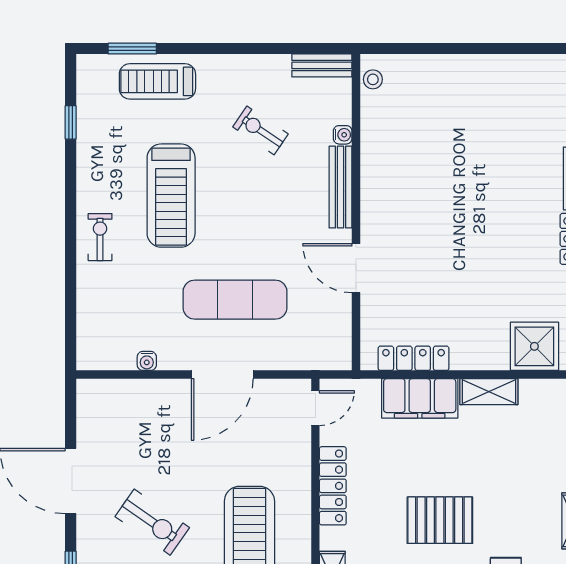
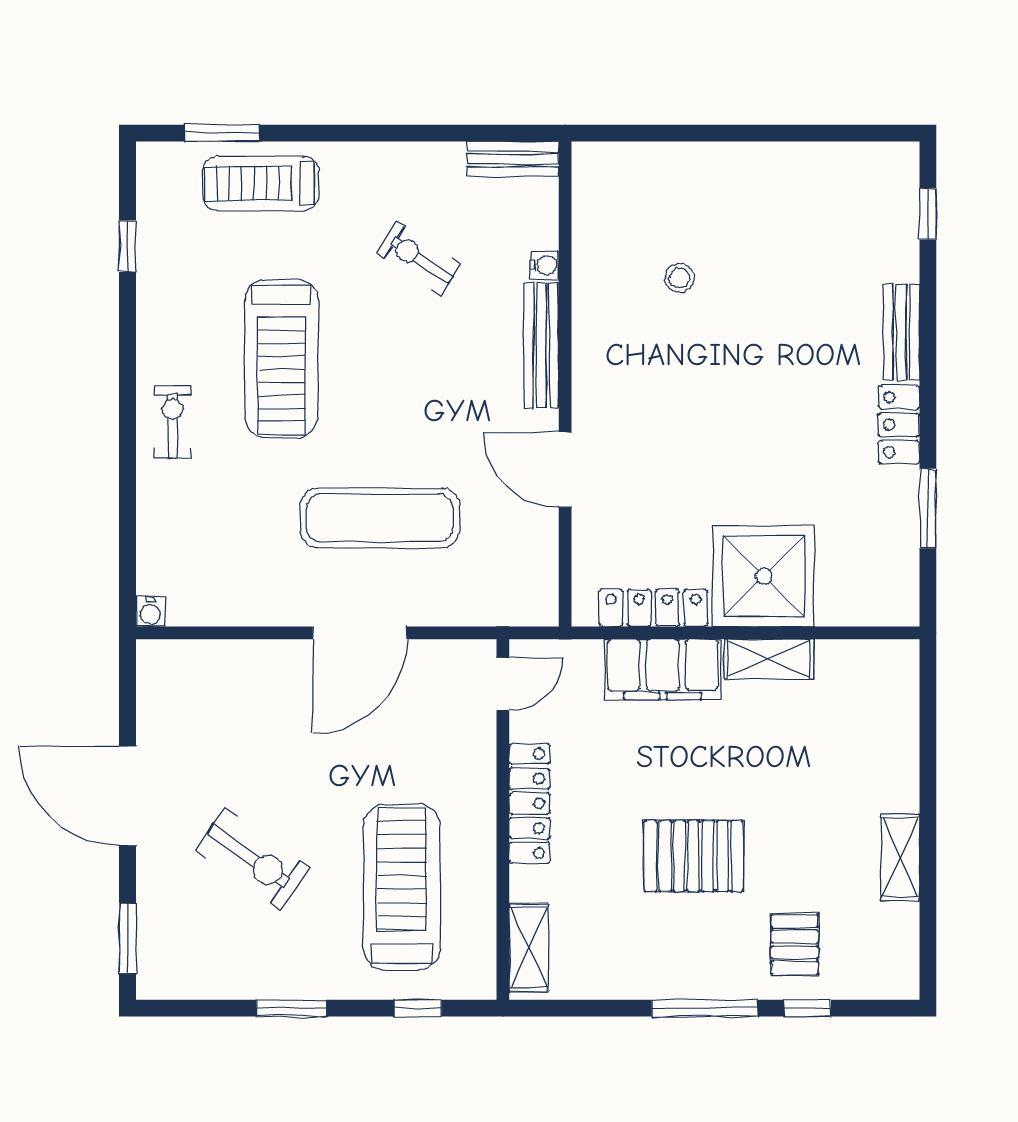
stool: (373, 79) -> (679, 278), moved
shower: (534, 346) -> (764, 576), moved, width x1.37, depth x1.37
water cooler: (147, 361) -> (150, 612), moved

